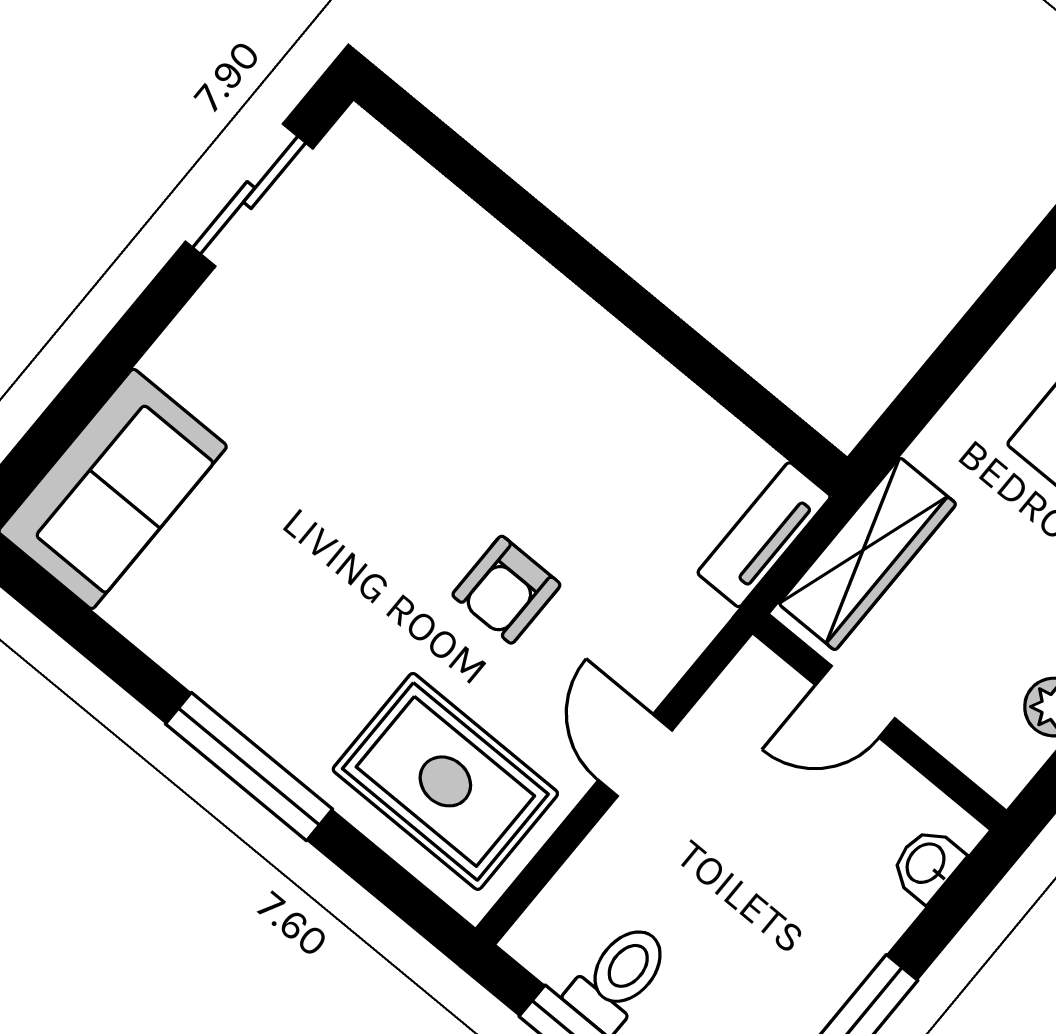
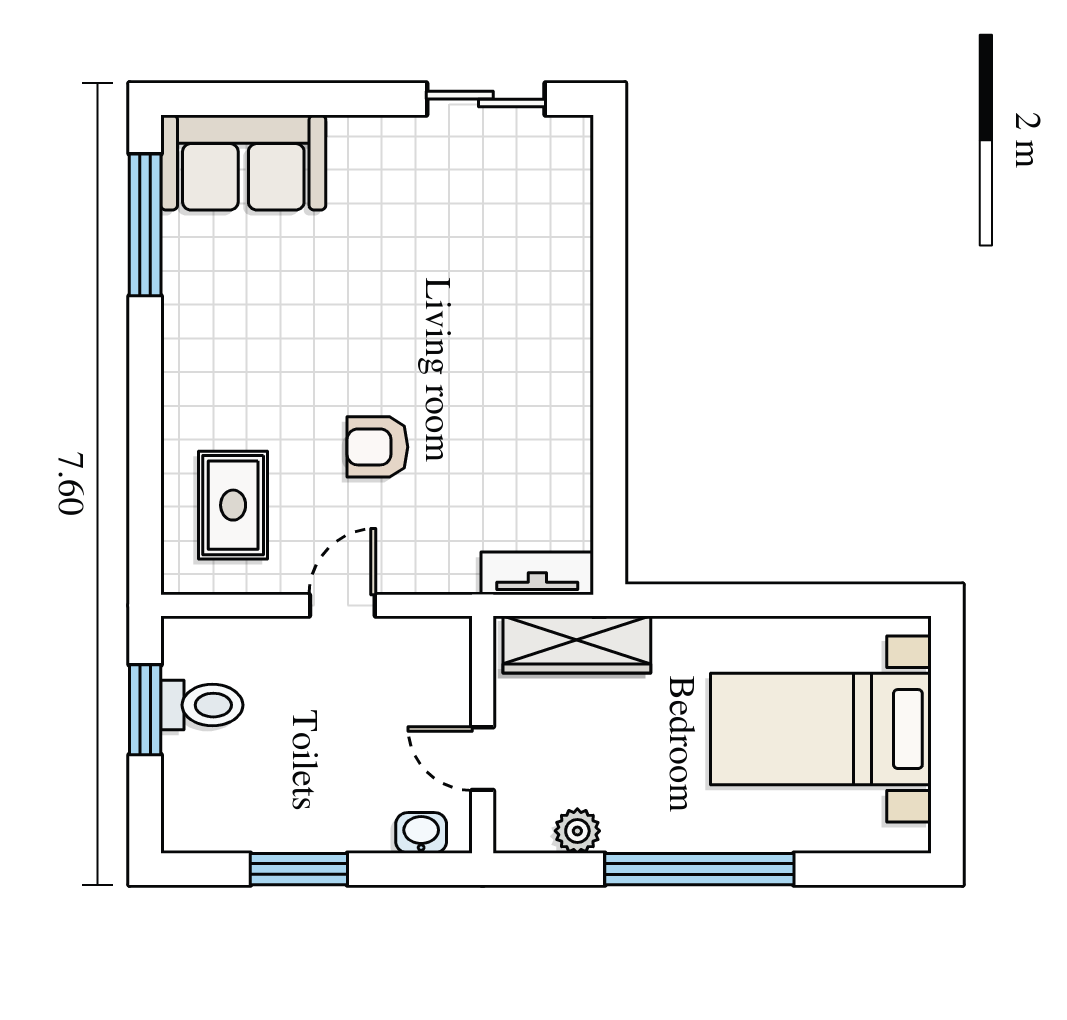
door: (855, 702) -> (483, 759), moved
window: (249, 767) -> (145, 225), moved
rug: (445, 781) -> (233, 505), width x0.73, depth x0.70

